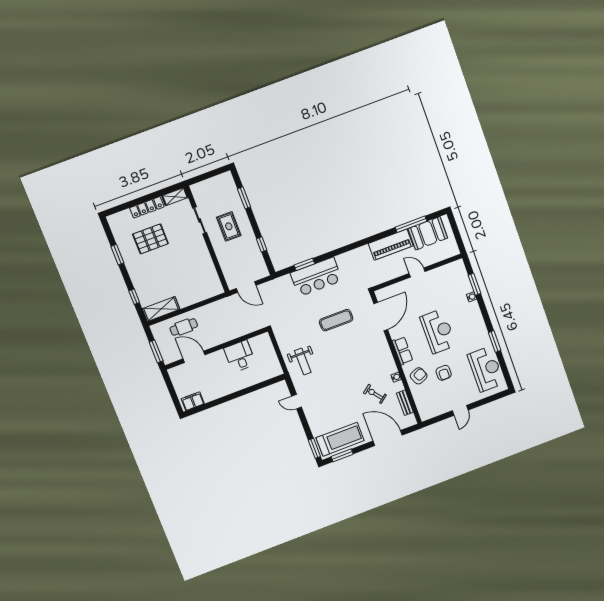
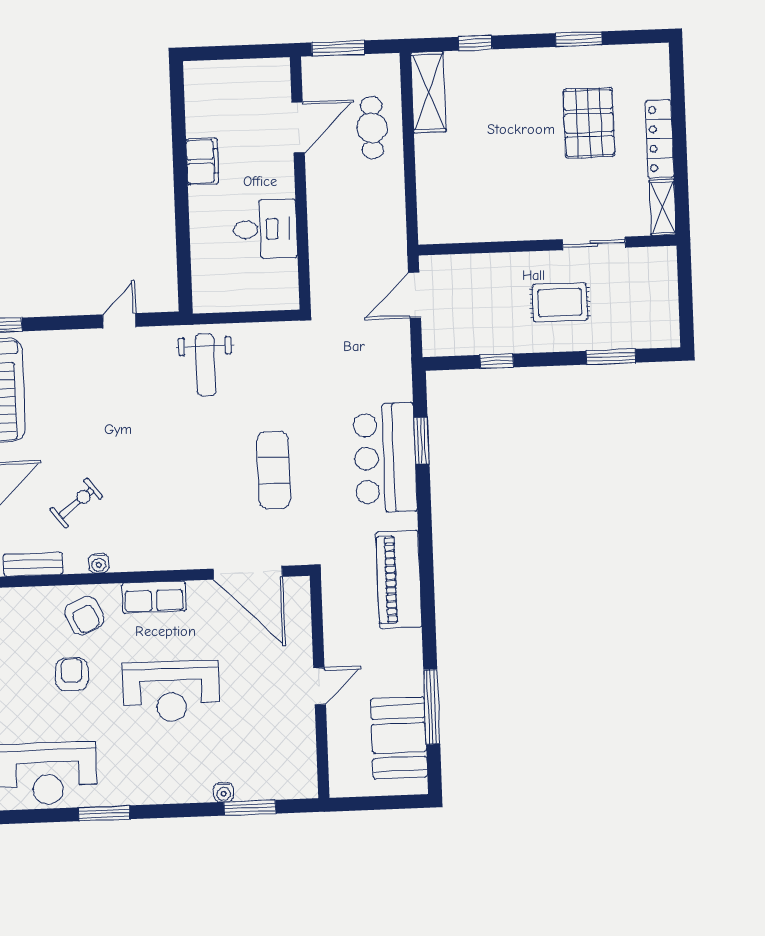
piano: (391, 245) -> (399, 579), moved
weight bench: (303, 362) -> (206, 365), turned -90
armchair: (444, 373) -> (72, 674), turned 92
filing cabinet: (193, 401) -> (202, 161), moved

